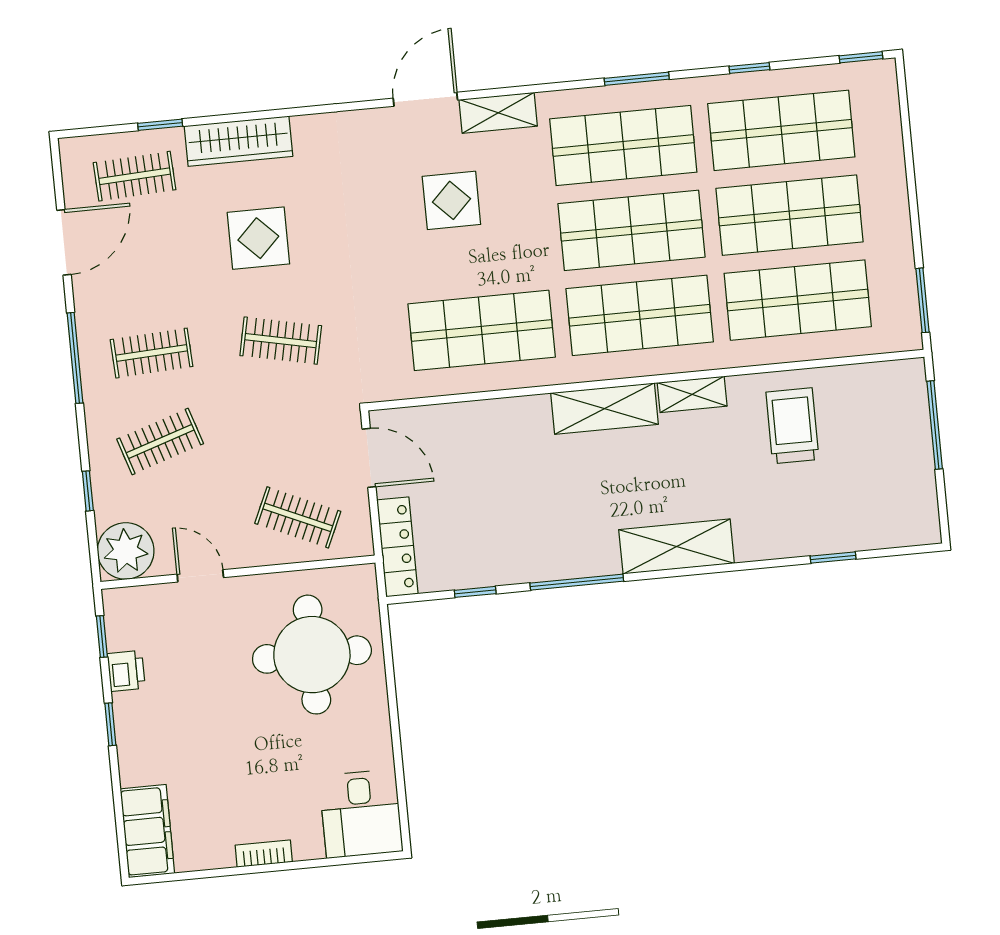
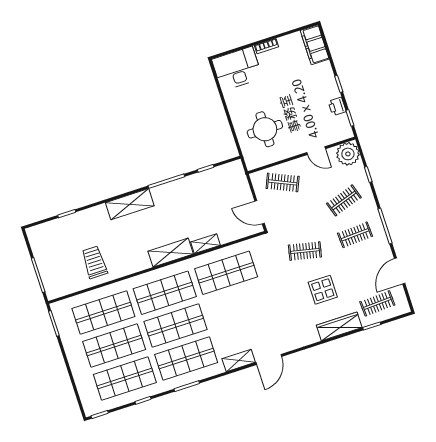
display table: (451, 200) -> (250, 322), removed
shelving: (692, 394) -> (205, 244), moved
trolley: (792, 426) -> (94, 262), turned 180
locker: (397, 547) -> (240, 179), removed
round table: (312, 655) -> (265, 129), width x0.73, depth x0.73
desk: (361, 814) -> (237, 69), width x1.37

